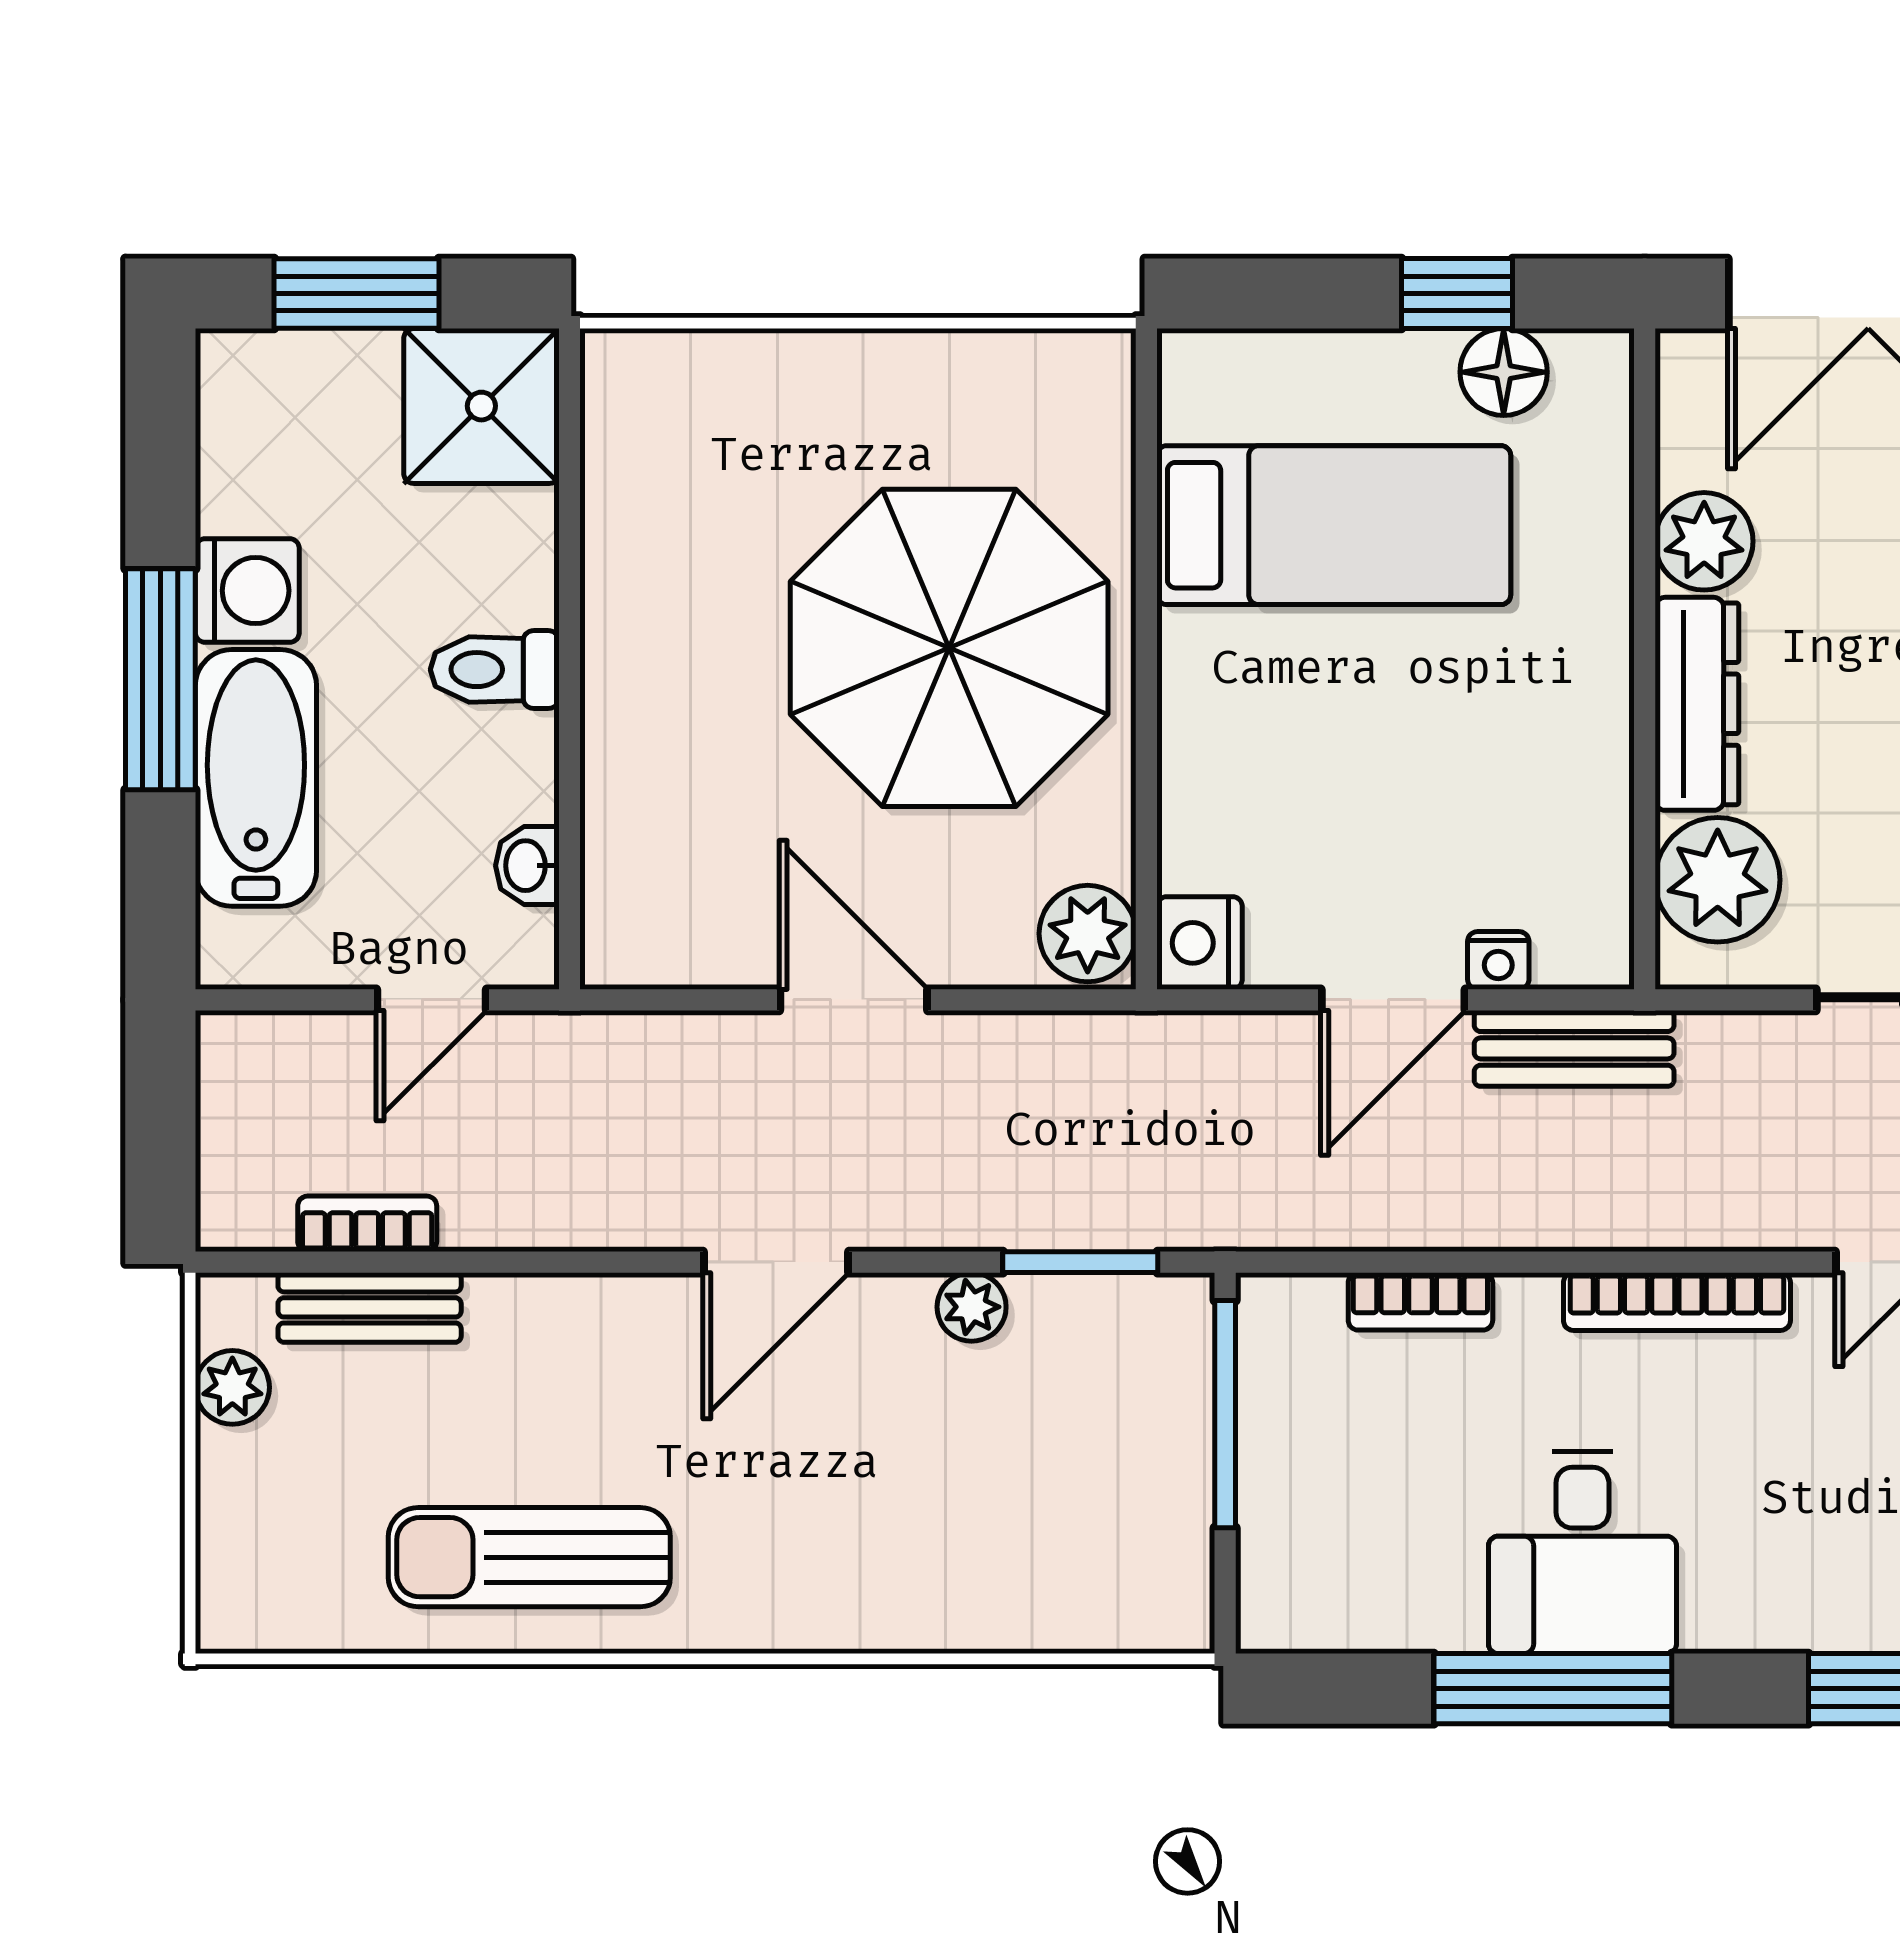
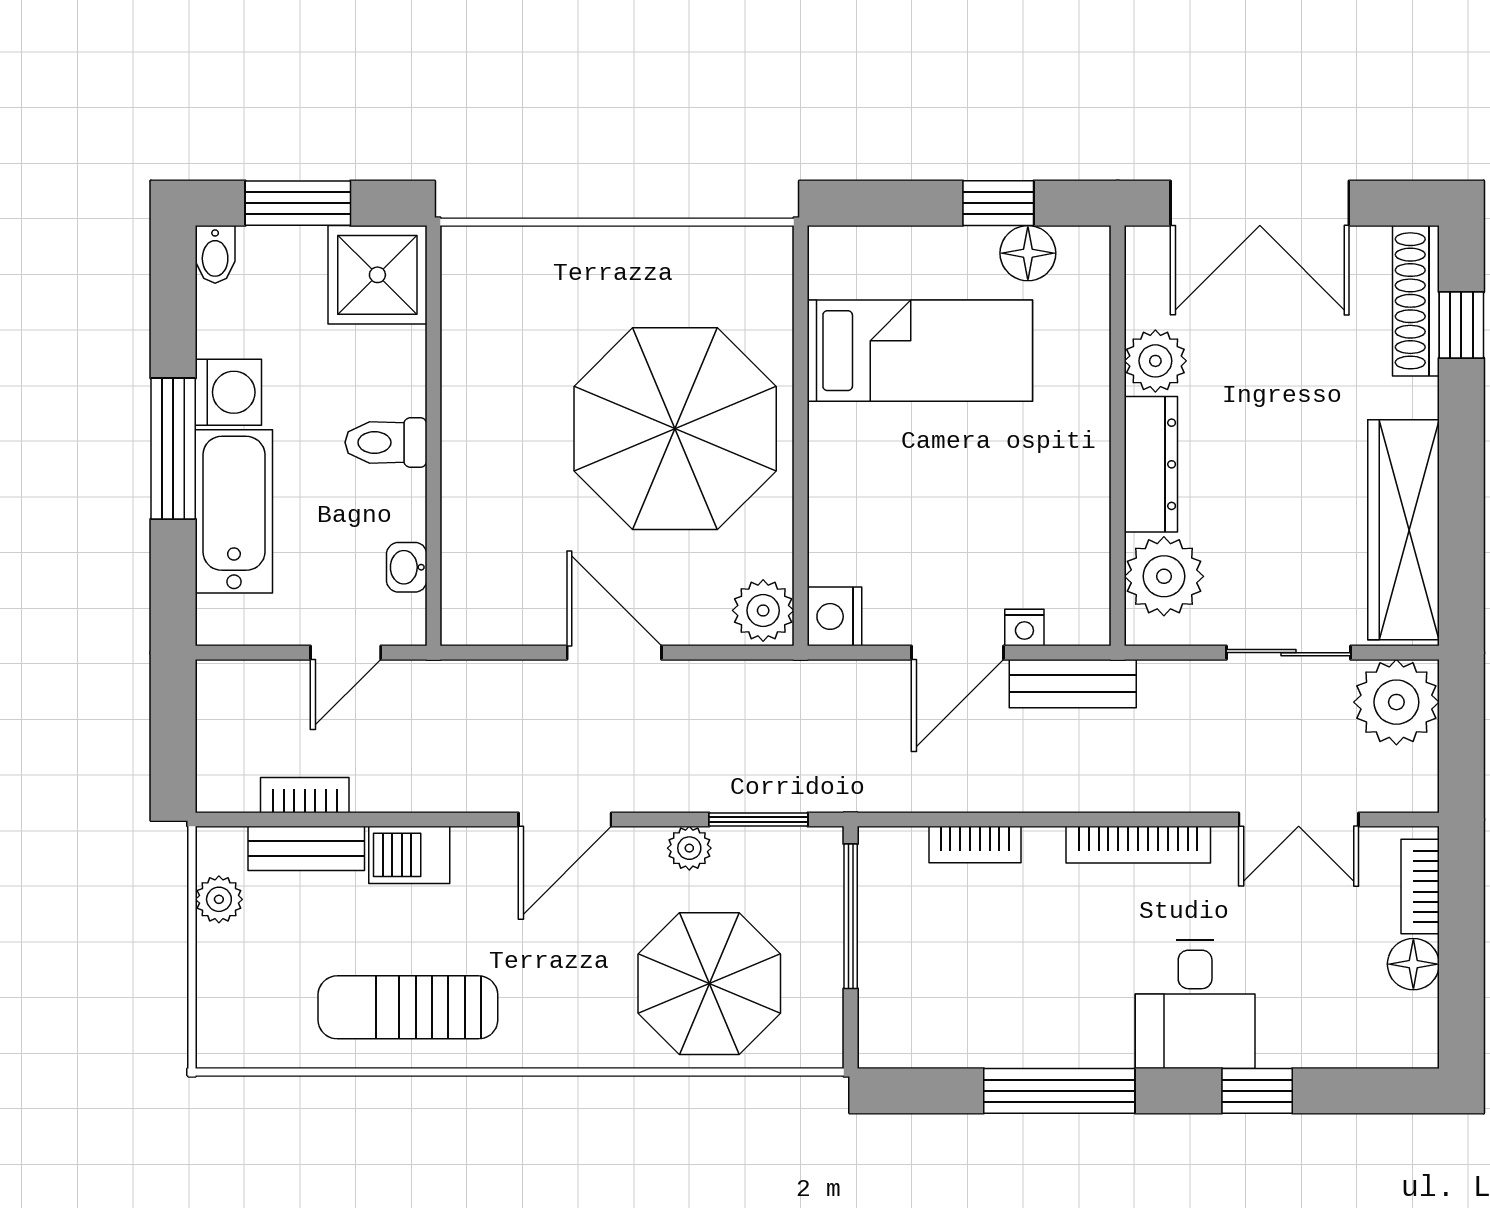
bidet: (226, 374) -> (215, 254), added
barbecue: (531, 1318) -> (409, 855), added
parasol: (1003, 1520) -> (709, 984), added
desk: (1582, 1552) -> (1195, 1004), moved

